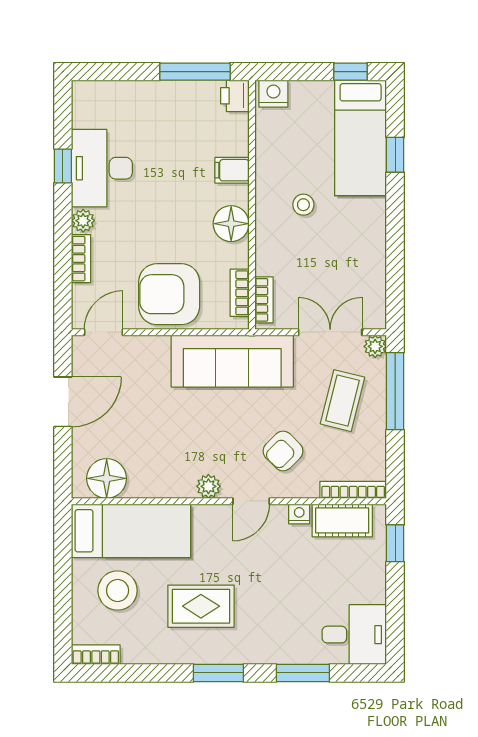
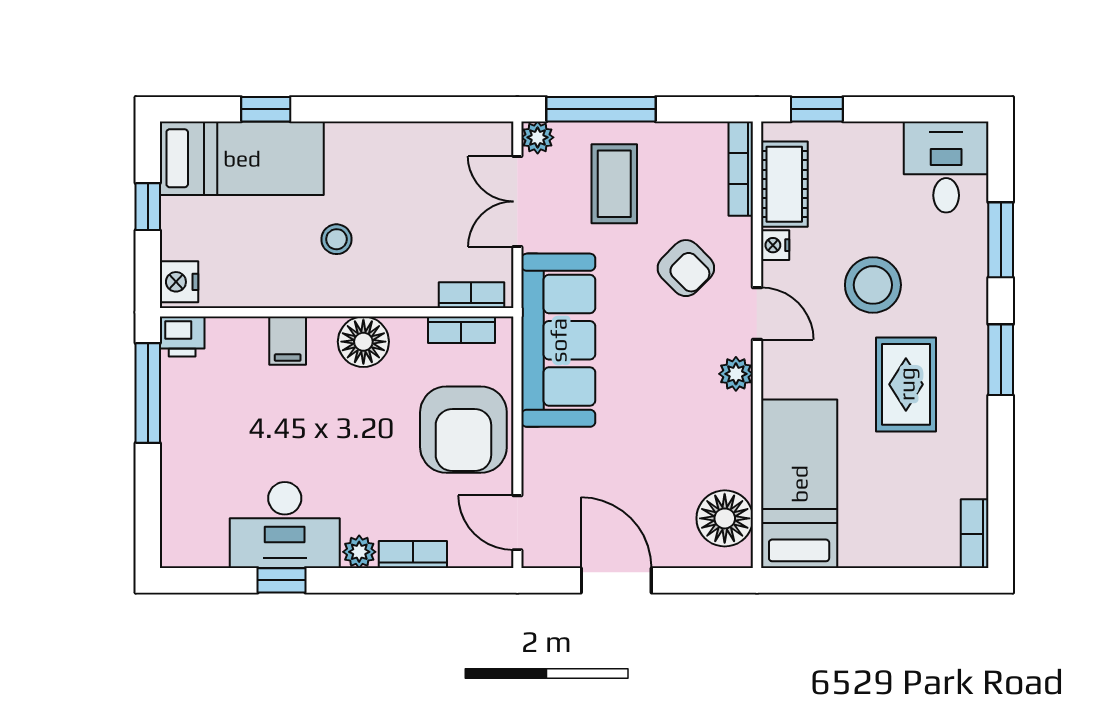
window: (350, 72) -> (148, 207), moved
coffee table: (343, 401) -> (614, 184), turned 76
stool: (118, 590) -> (873, 285), moved

